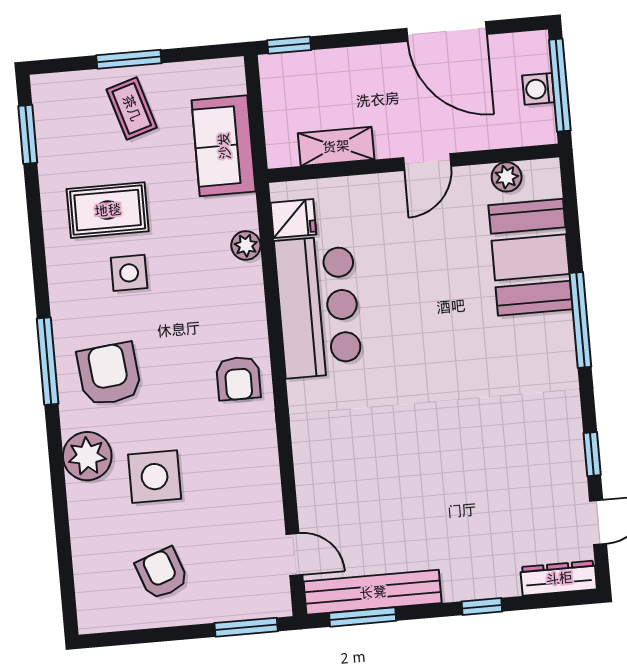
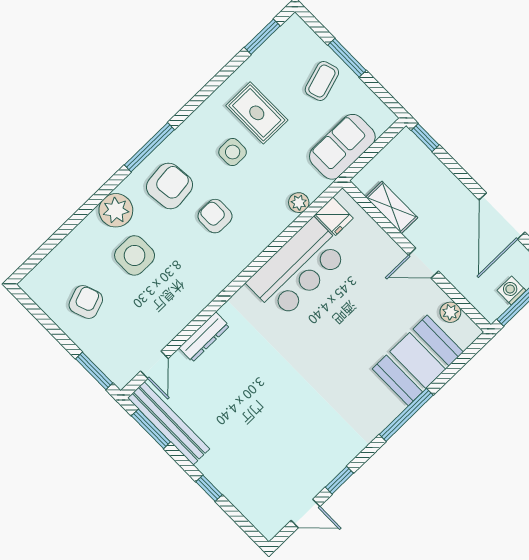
armchair: (238, 378) -> (215, 216), moved, turned 90
dresser: (559, 578) -> (204, 337), moved, turned 90

